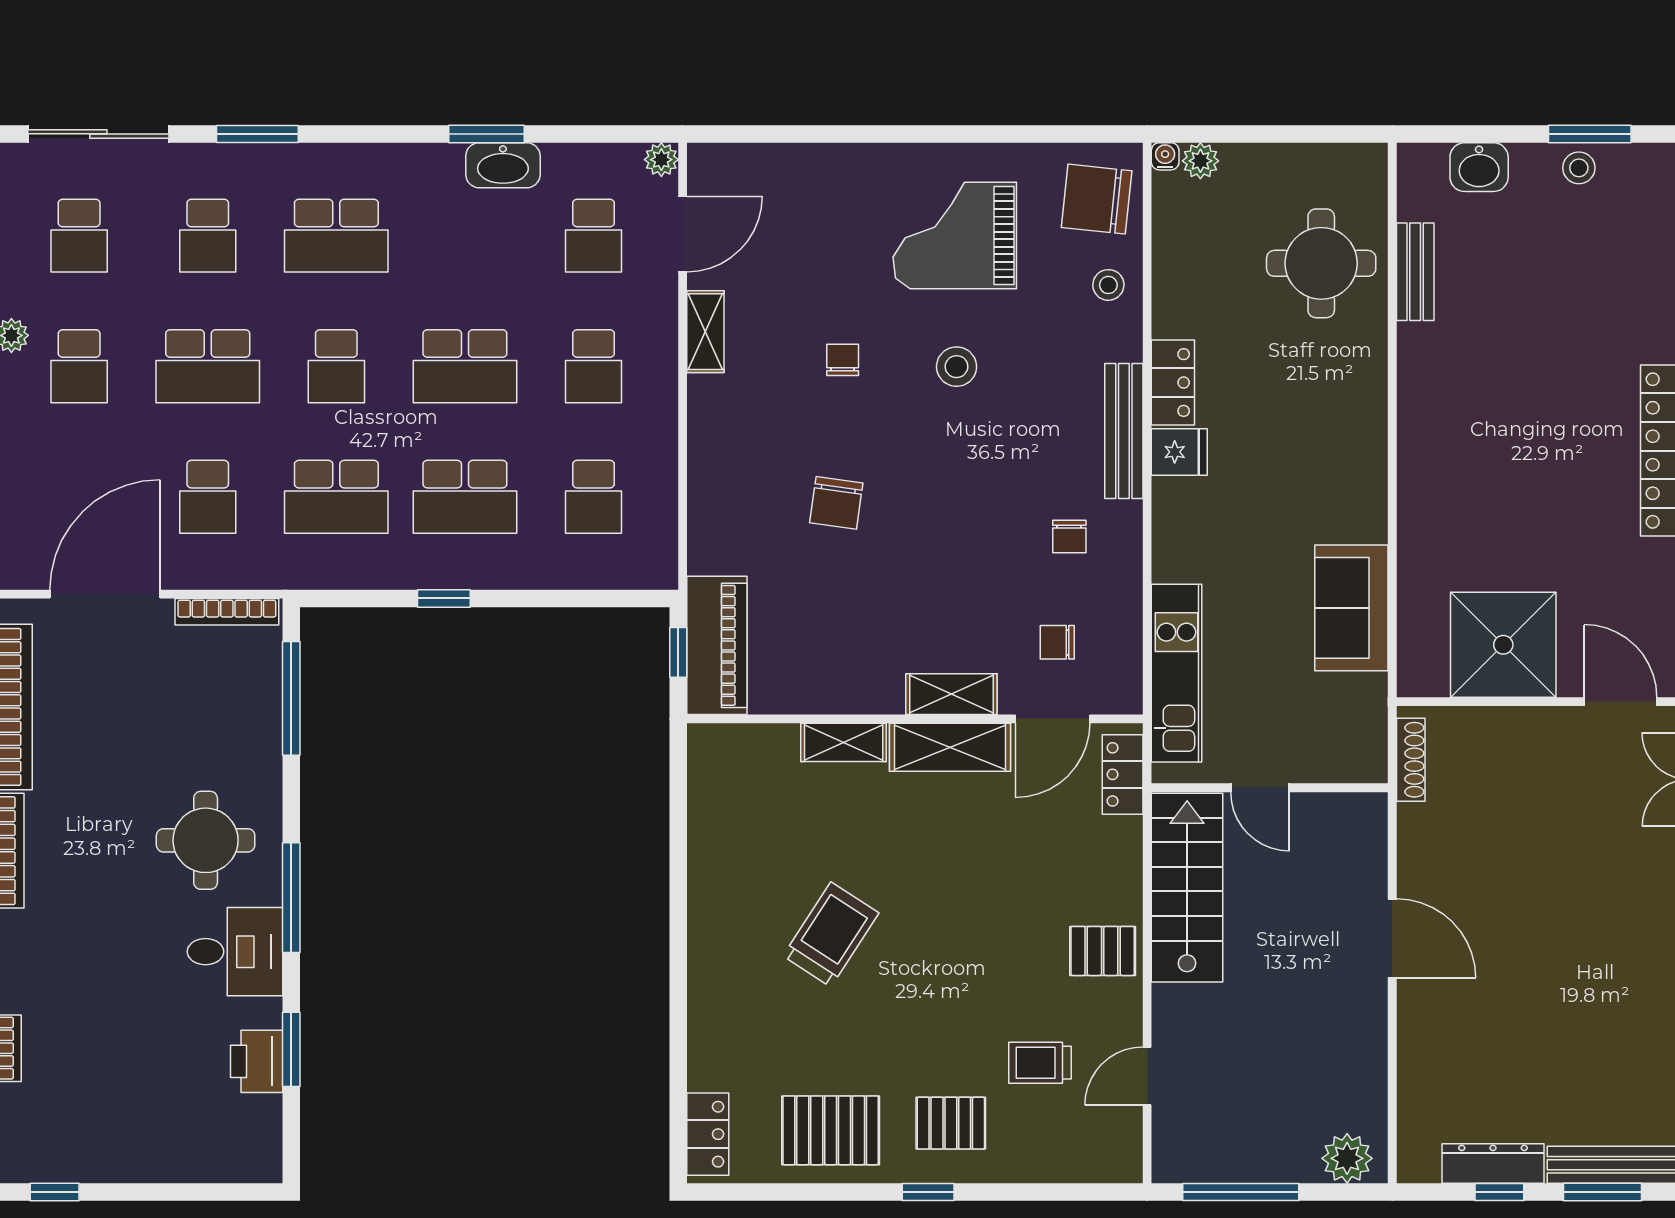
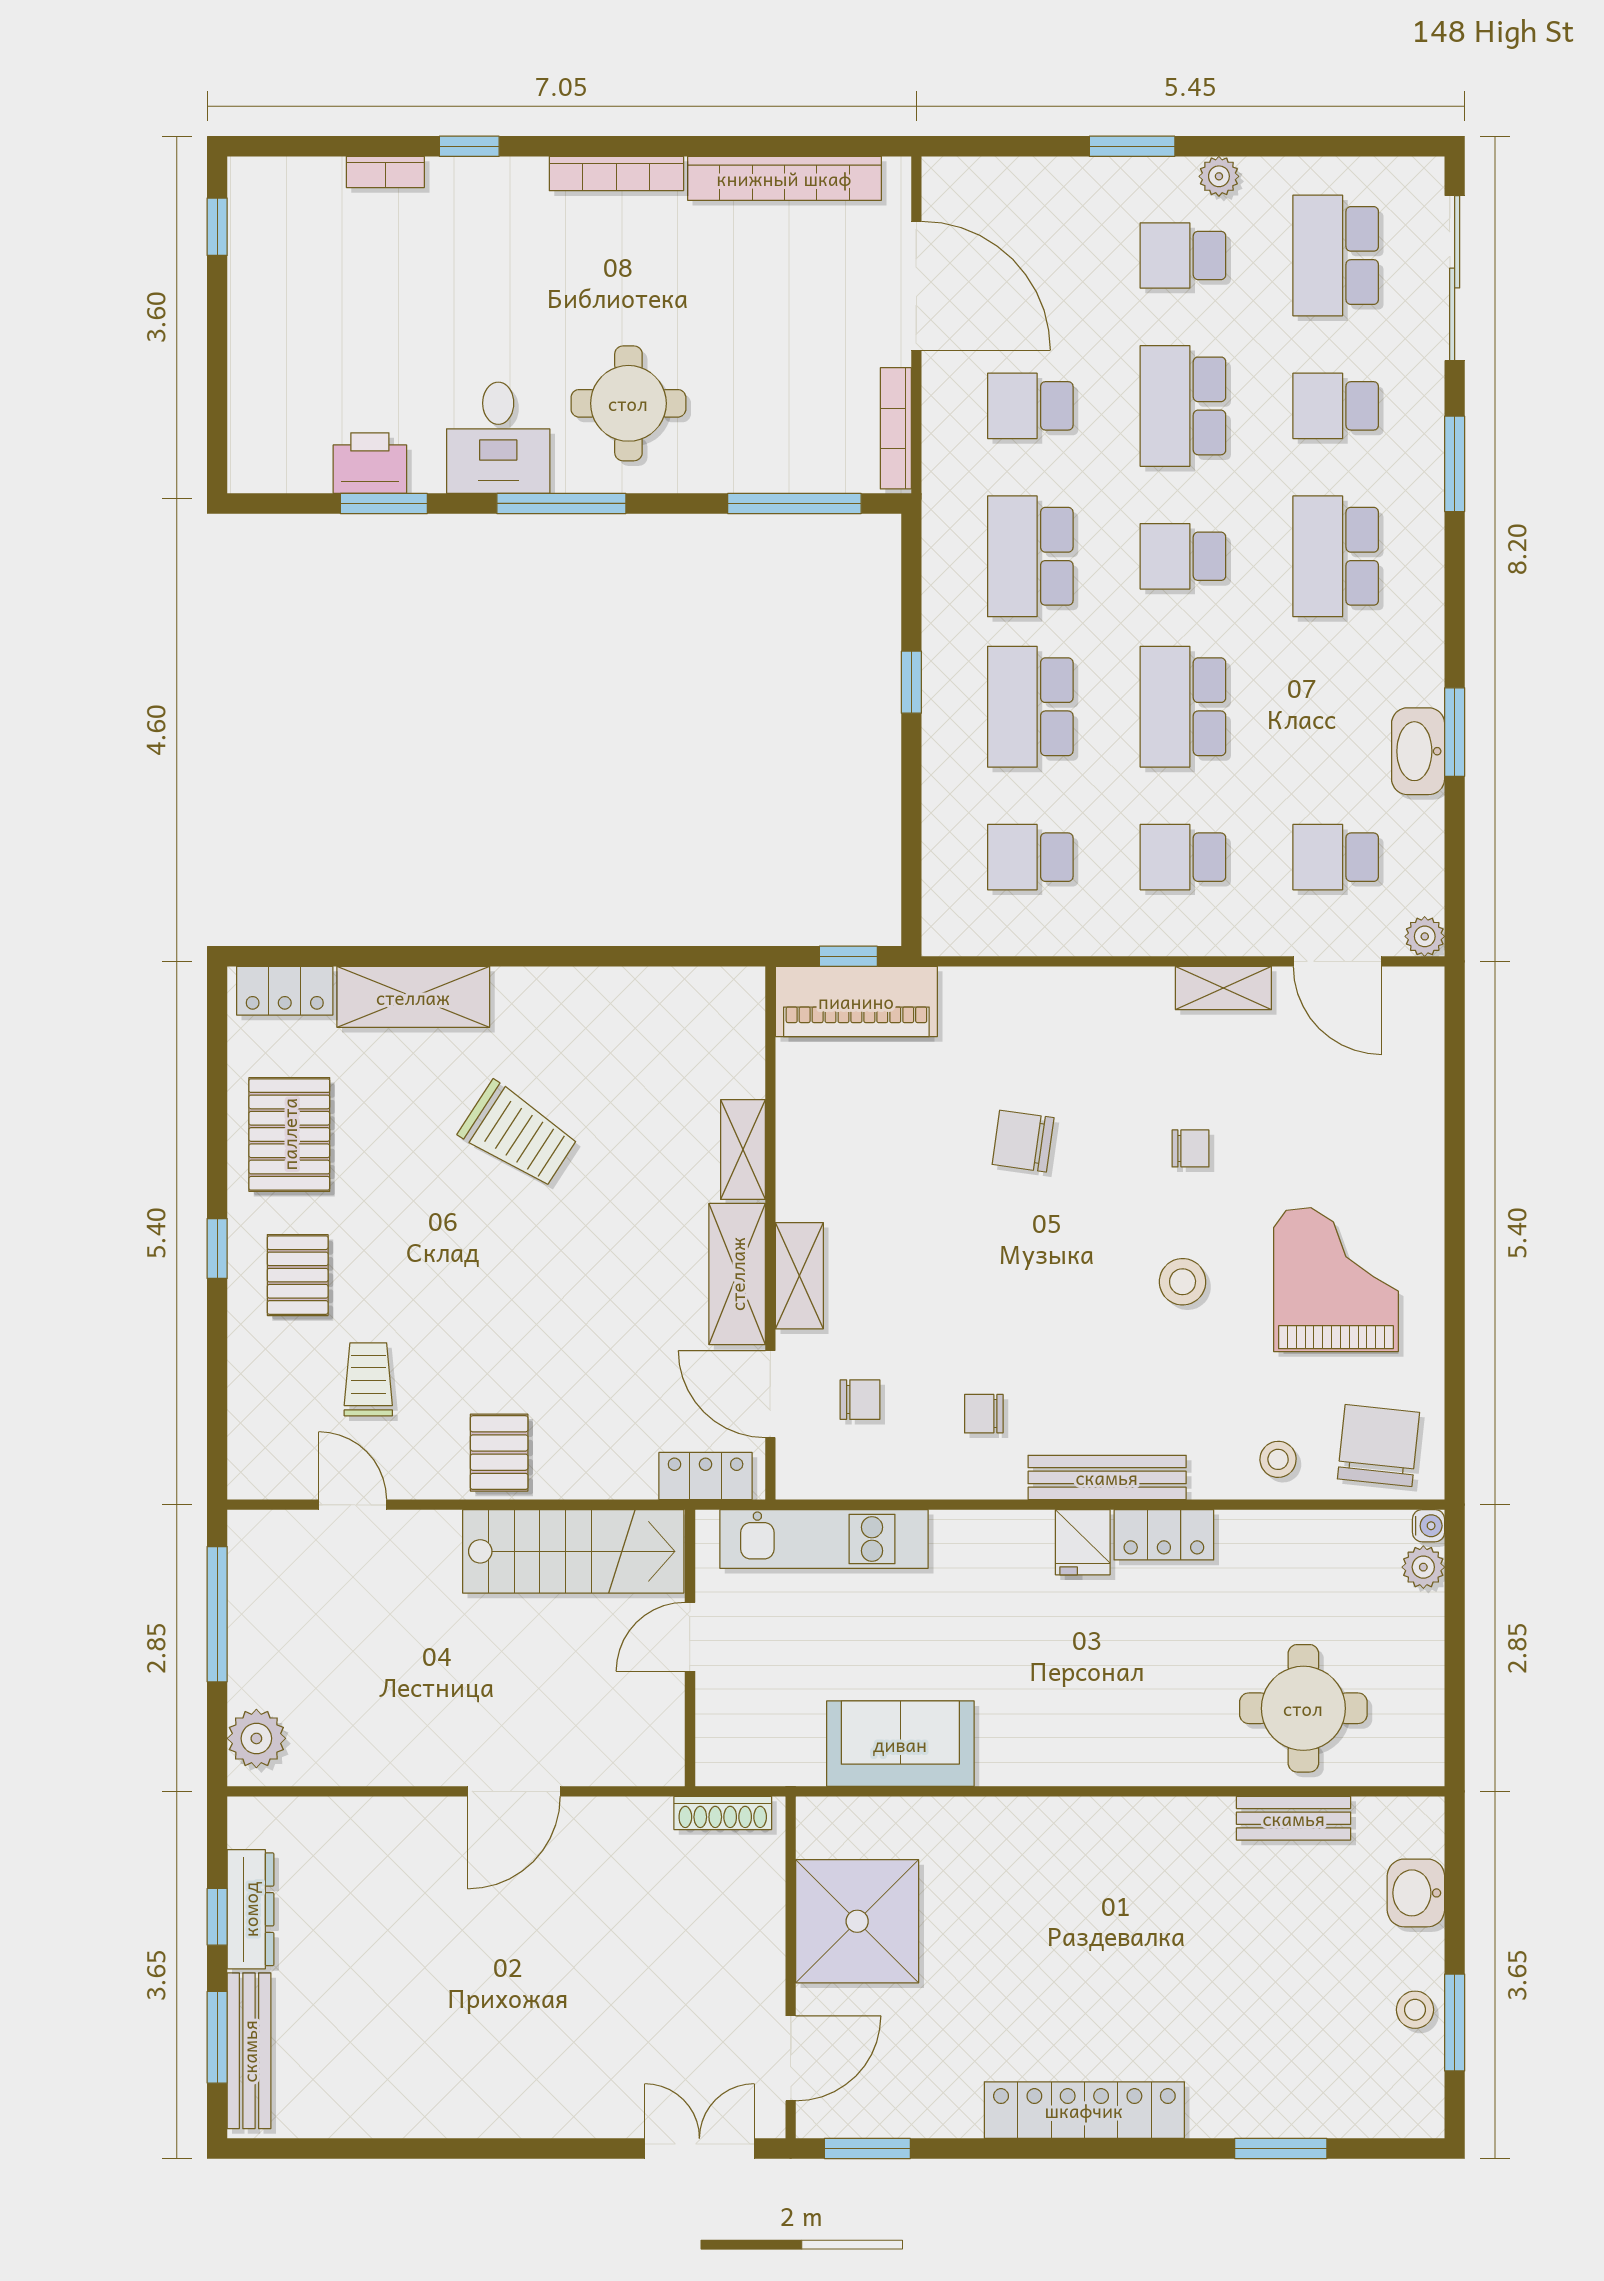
school desk: (79, 236) -> (1336, 255), width x1.85
chair: (1057, 642) -> (860, 1400), turned 90
shelving: (713, 1024) -> (413, 997), added

